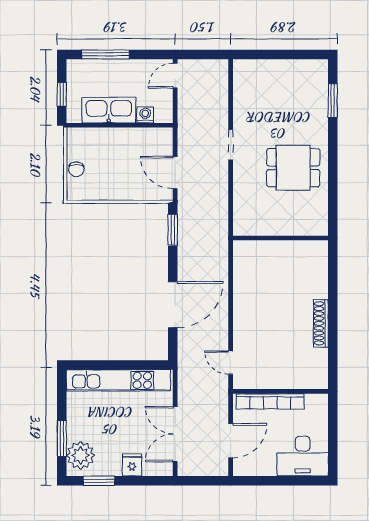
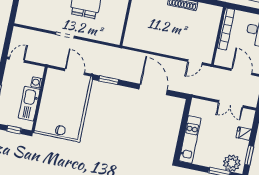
door: (175, 76) -> (17, 60), swing flipped
door: (175, 173) -> (75, 72), swing flipped
kitchen unit: (118, 380) -> (190, 140), width x0.73
bookcase: (270, 401) -> (226, 29), moved
double door: (175, 434) -> (231, 104), width x0.73

